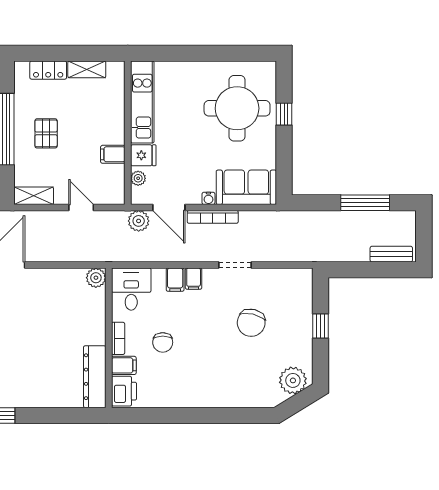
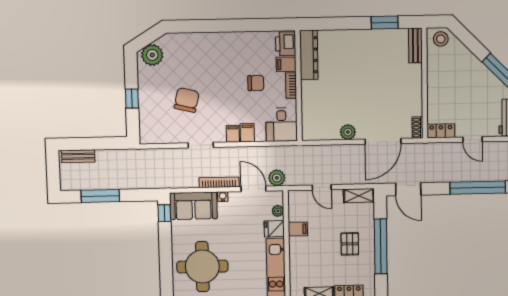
window: (284, 114) -> (164, 213), moved
plant: (96, 278) -> (348, 132), moved
chair: (163, 342) -> (256, 83), turned 90

